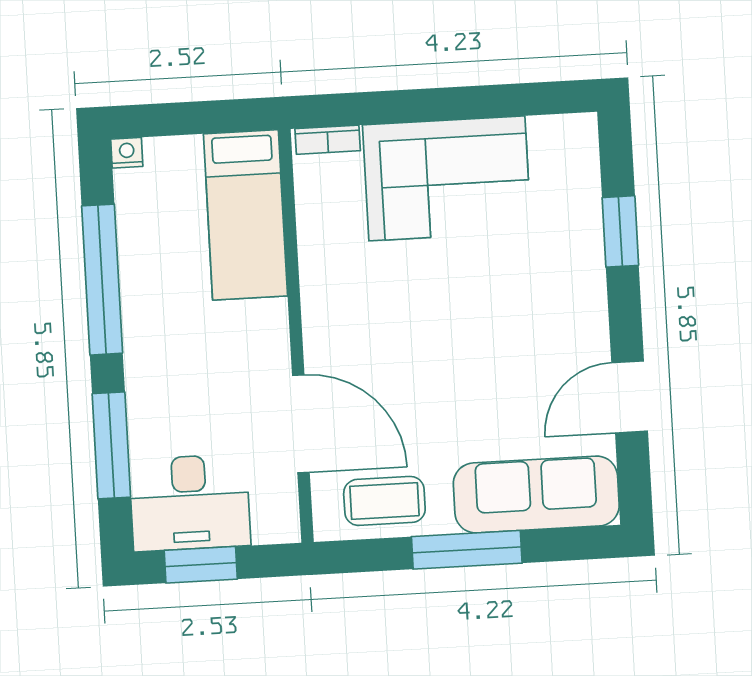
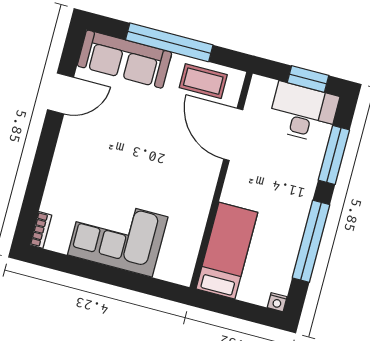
bookcase: (328, 140) -> (41, 230), moved, turned 90
window: (620, 231) -> (38, 180), removed
window: (467, 550) -> (169, 42), width x1.46

